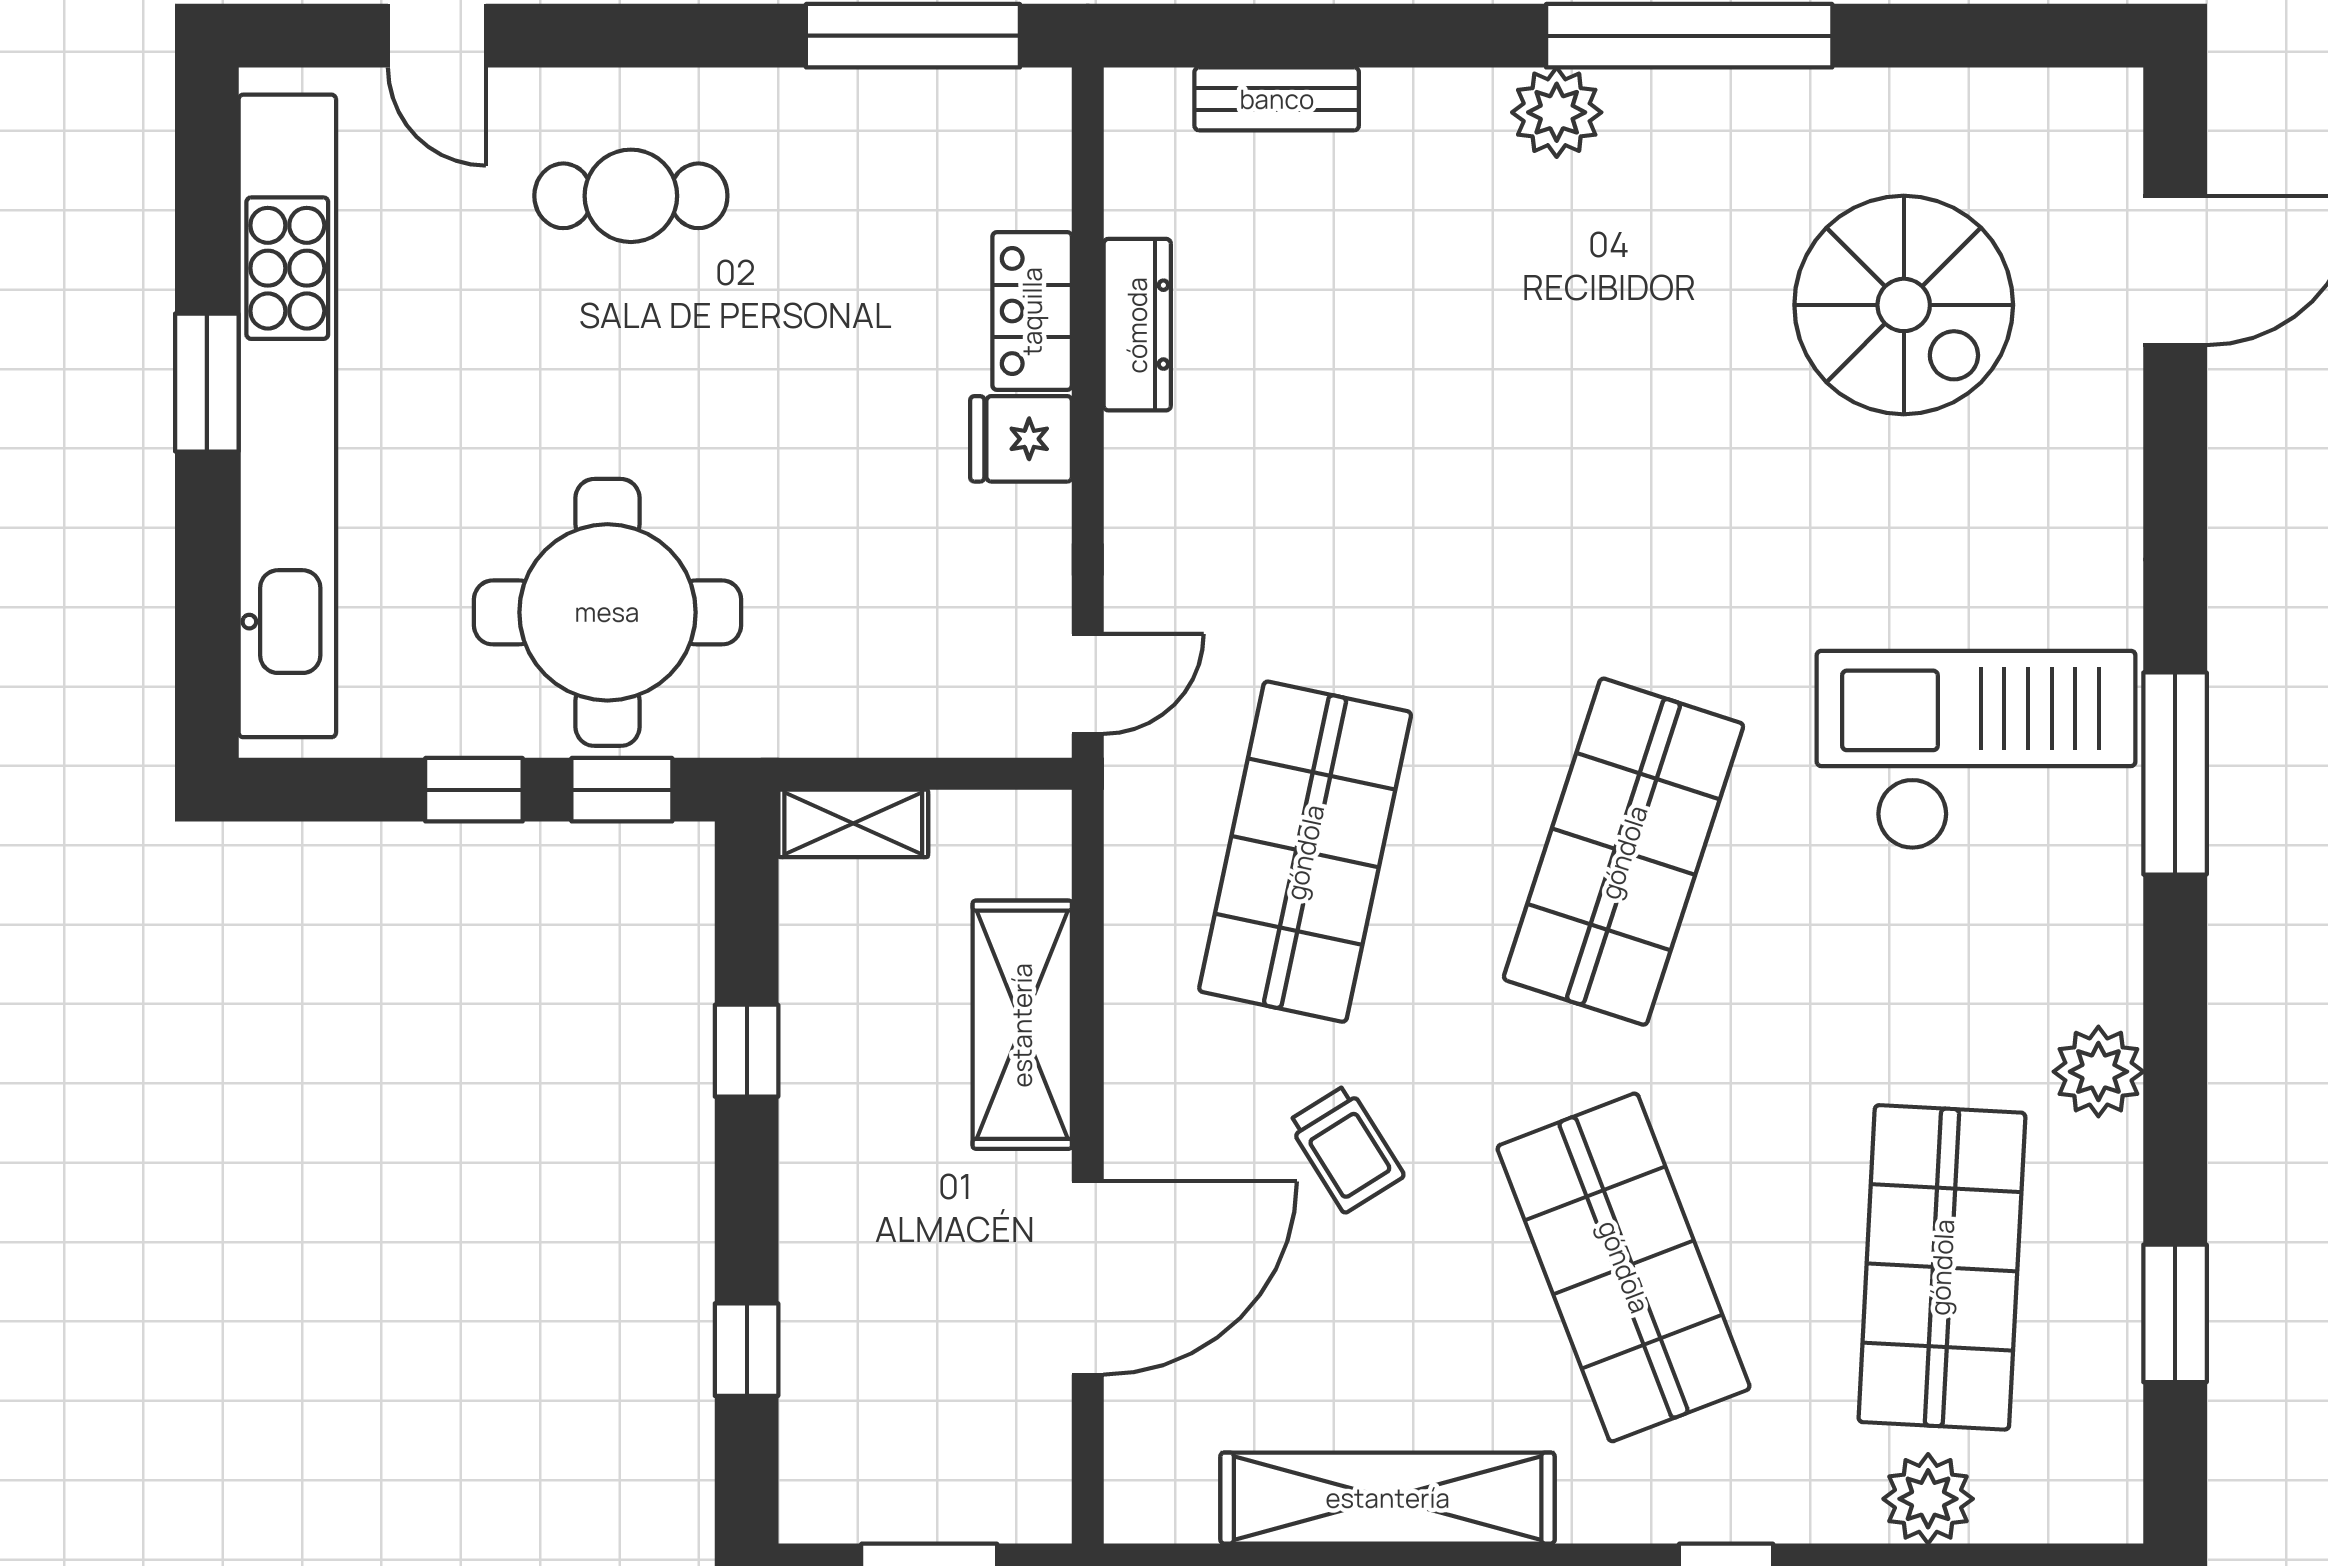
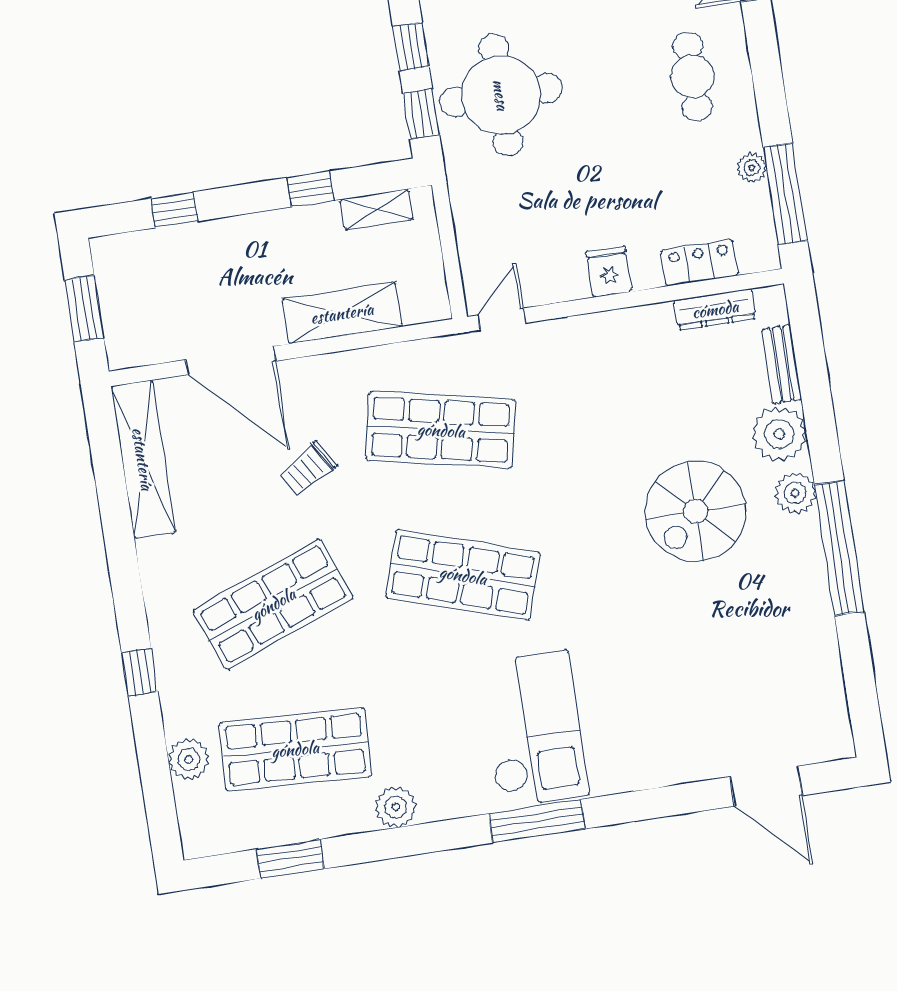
plant: (845, 99) -> (752, 168), added
plant: (1425, 128) -> (779, 434), added
spiral stairs: (1904, 305) -> (696, 511), moved
locker: (1032, 311) -> (699, 263), moved
dresser: (1137, 325) -> (715, 309), moved
door: (1088, 684) -> (502, 319), swing flipped
shelving: (853, 823) -> (376, 209), moved, turned 90
shelving: (1388, 1498) -> (143, 459), moved

